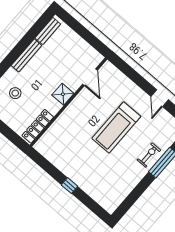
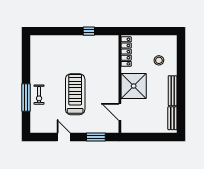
window: (131, 73) -> (96, 137), added
shower: (63, 94) -> (134, 86), width x1.86, depth x1.86
window: (70, 186) -> (89, 31), moved

